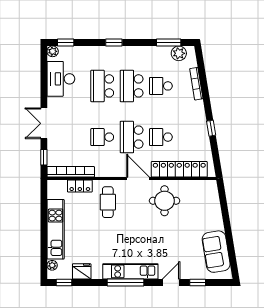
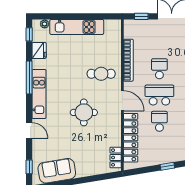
bookcase: (71, 172) -> (128, 60), moved
door: (138, 178) -> (122, 101), hinge flipped
locker: (80, 186) -> (116, 157), moved
round table: (165, 201) -> (84, 112), moved
window: (126, 283) -> (29, 78), moved
window: (198, 283) -> (29, 167), moved

